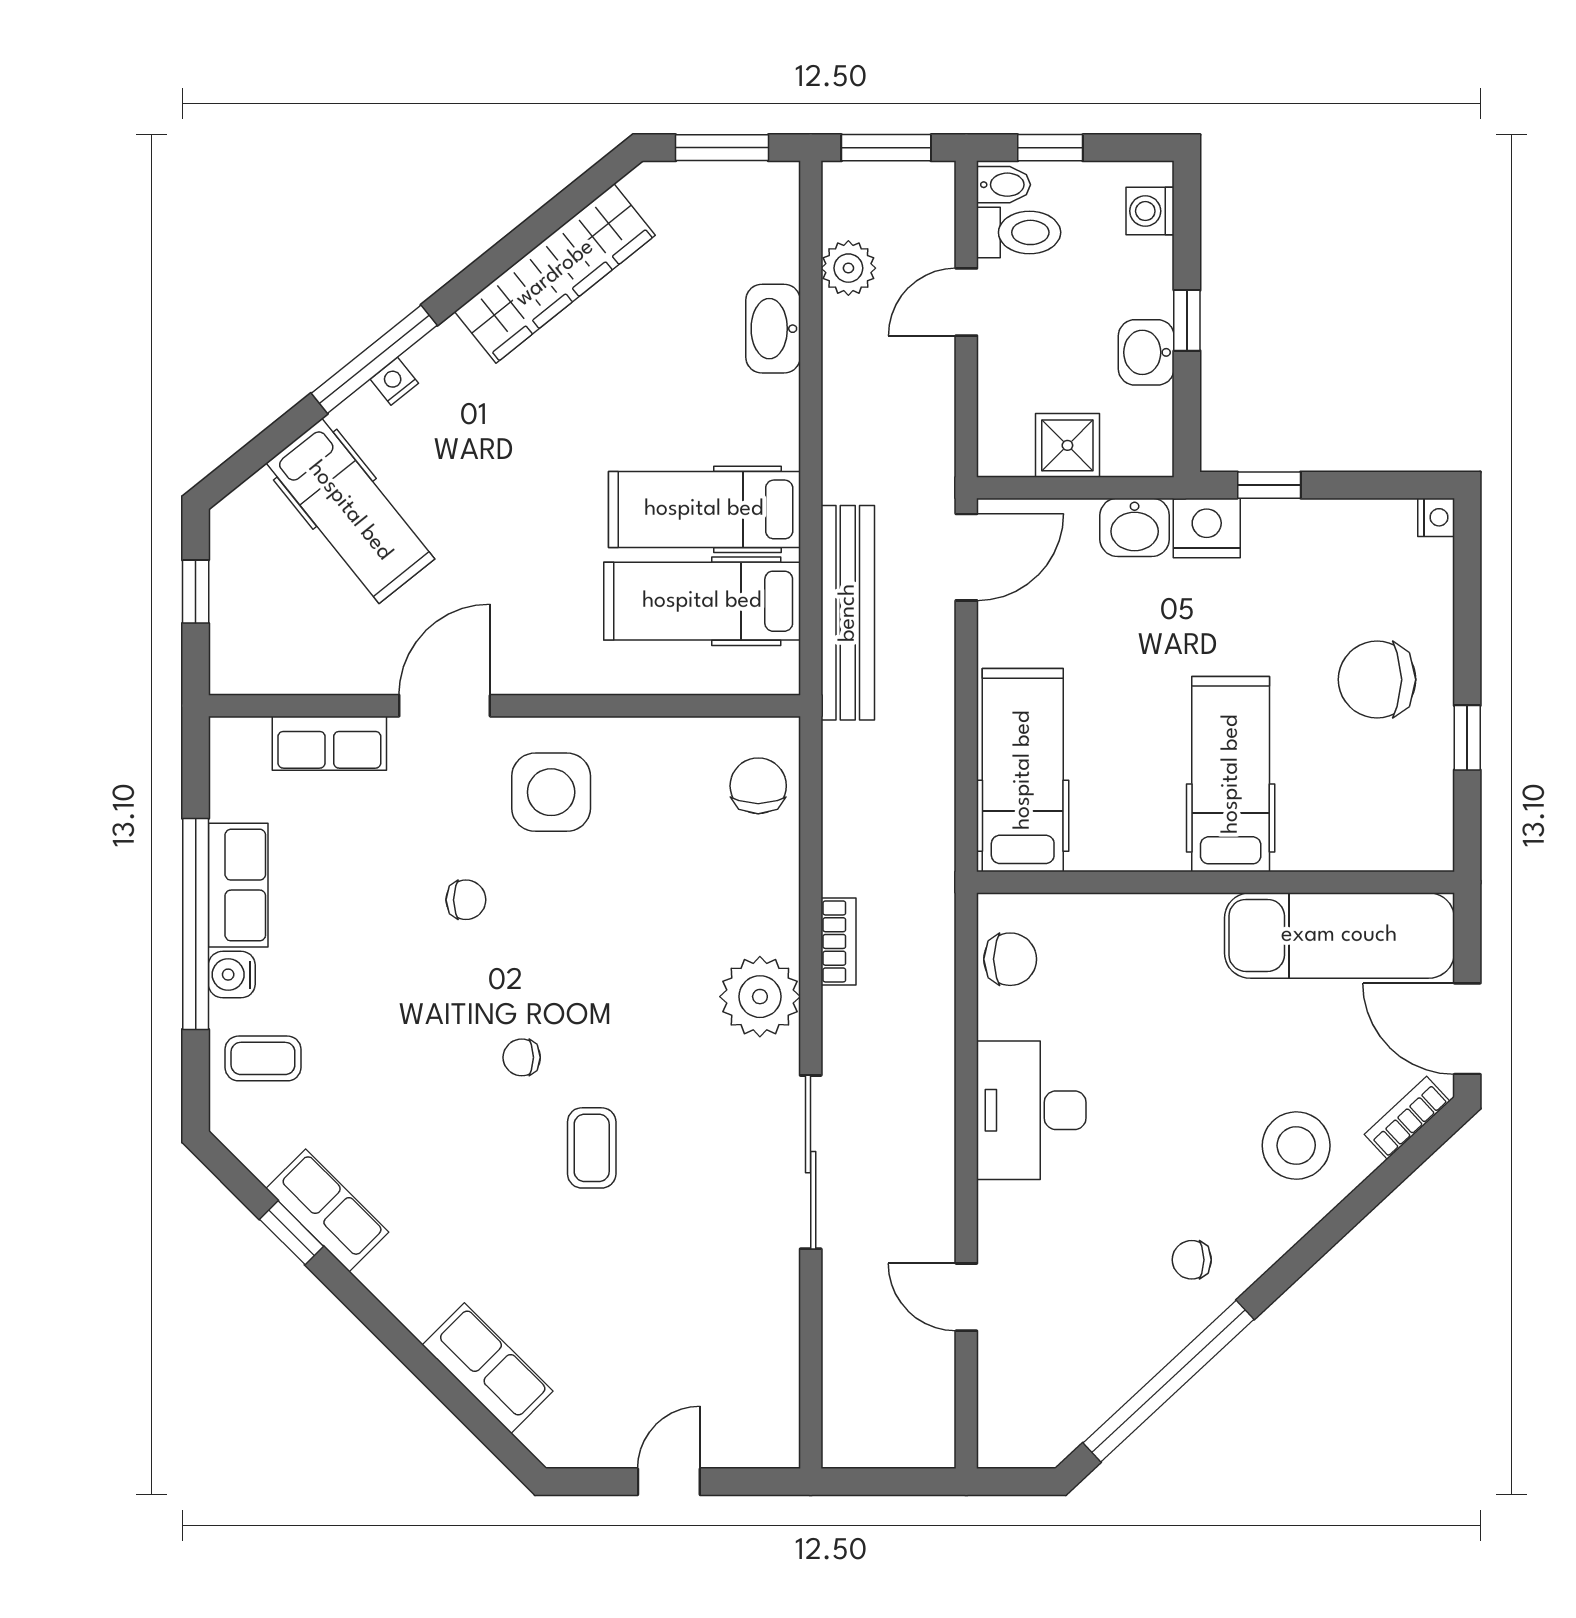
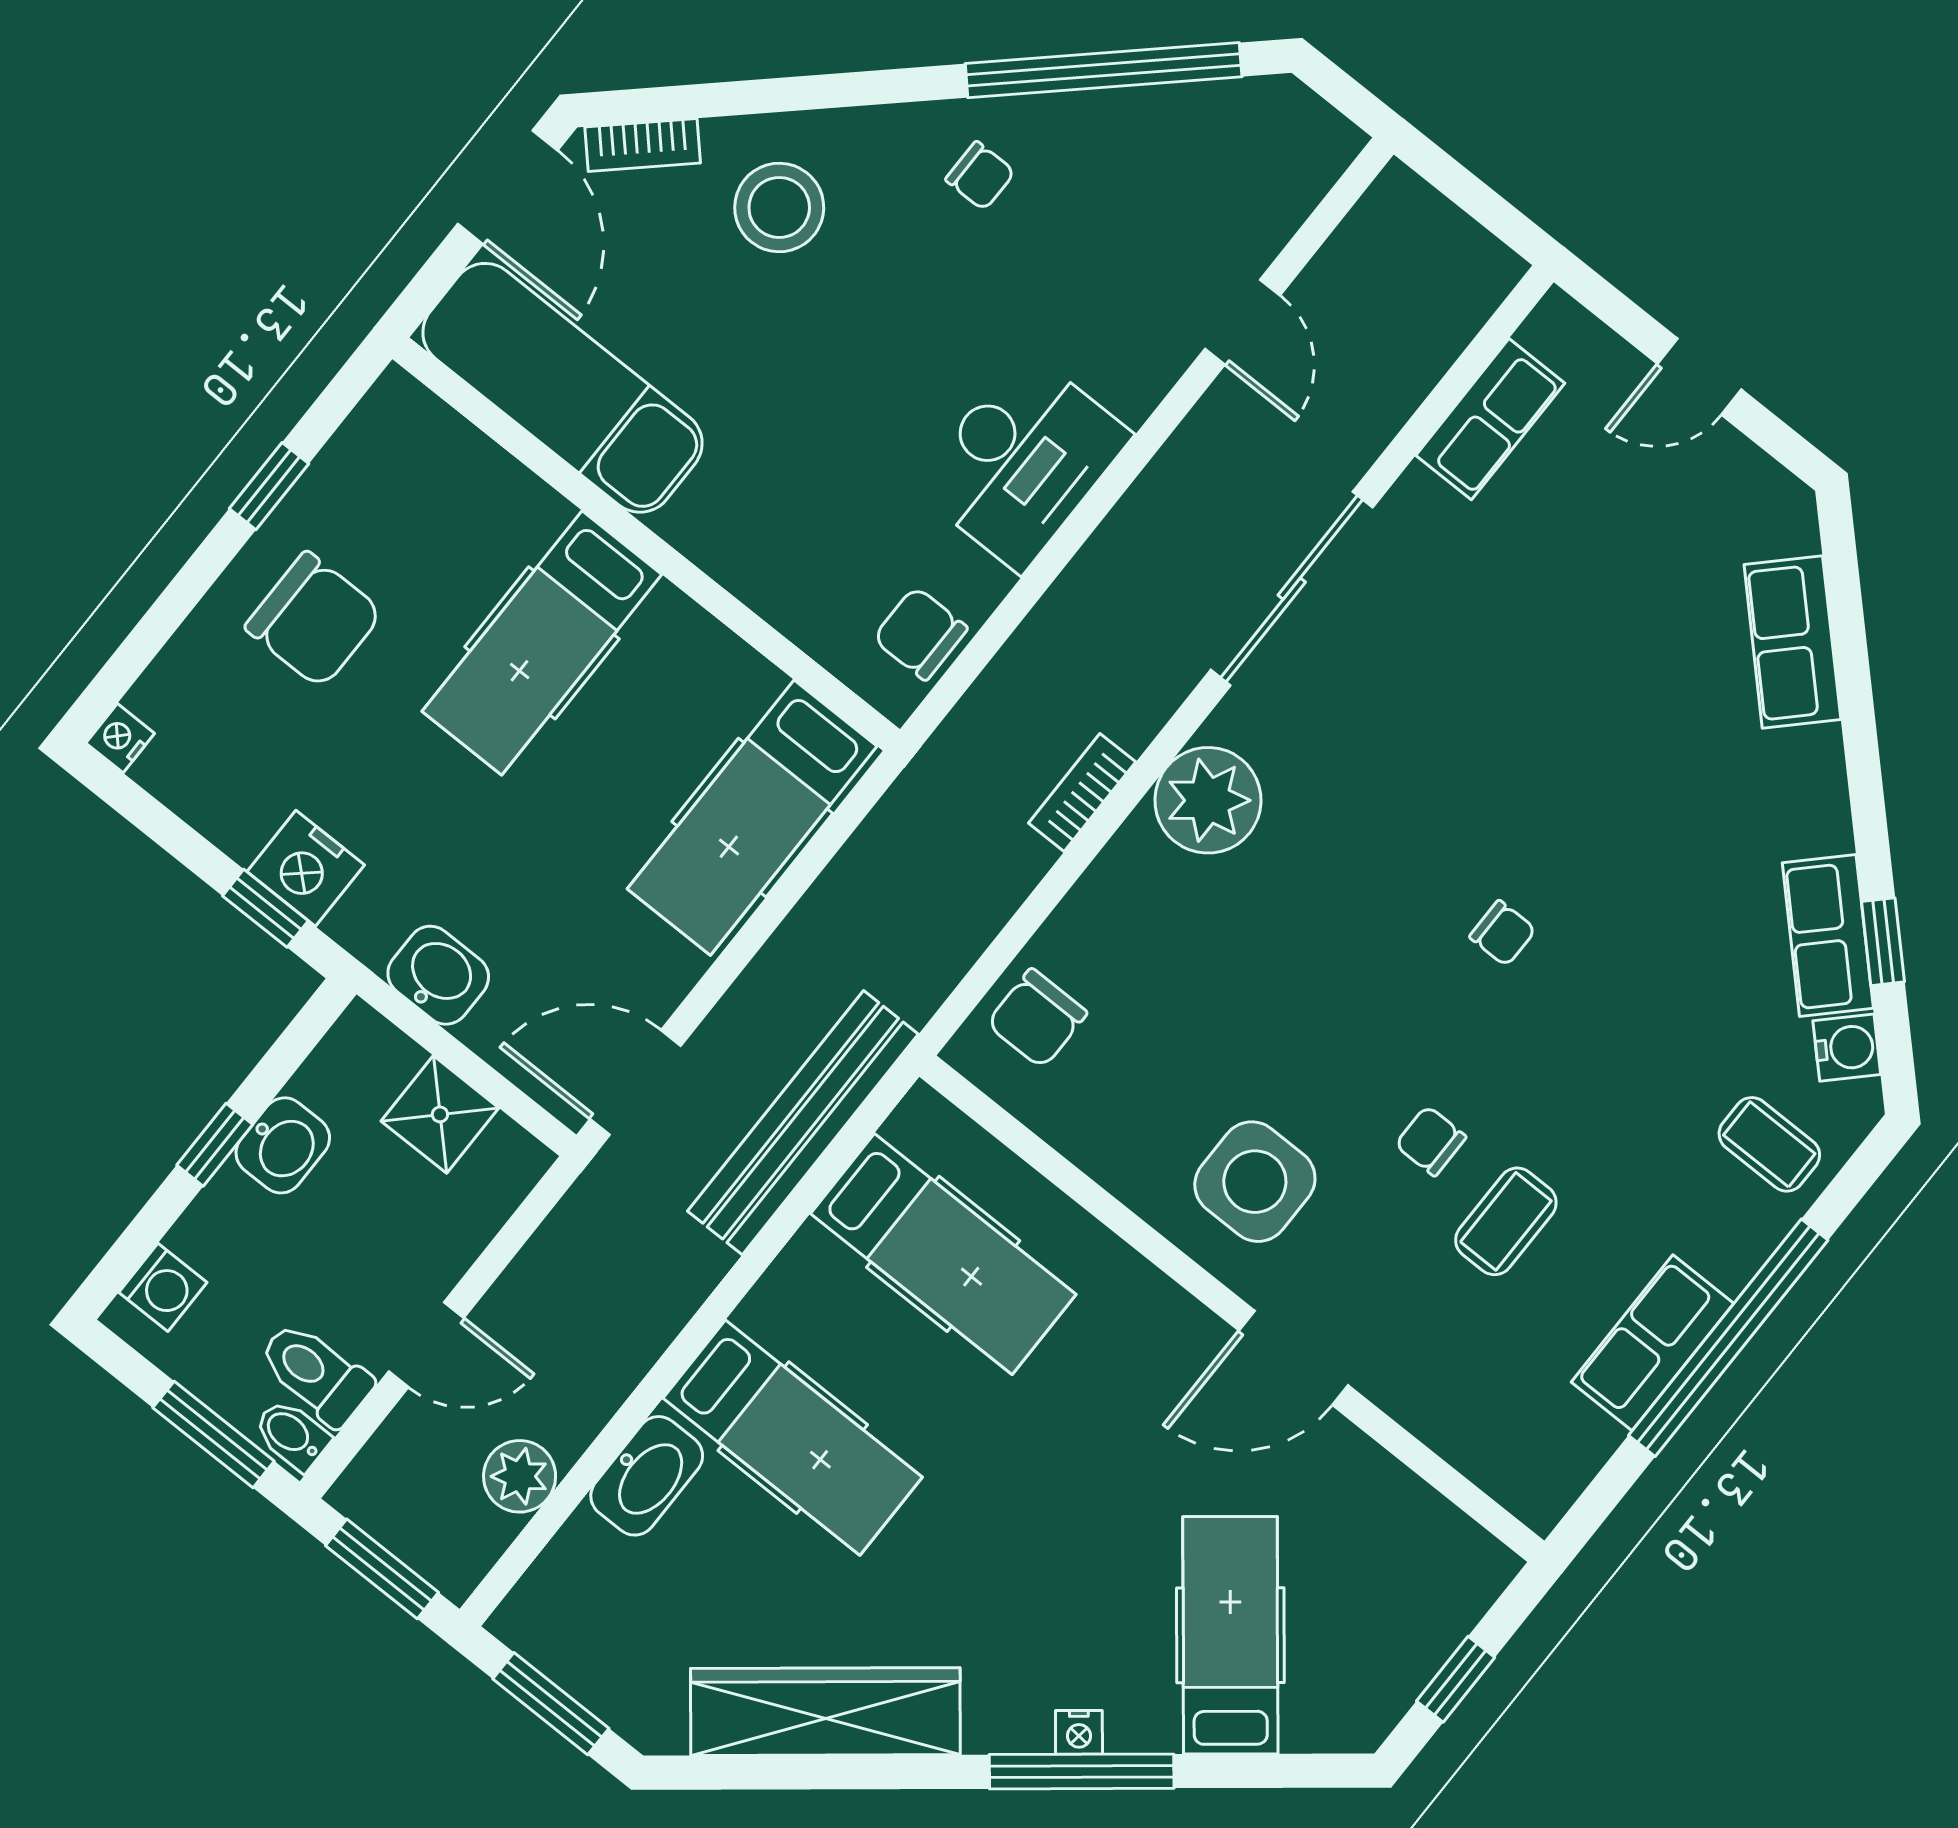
window: (1050, 148) -> (214, 1434), width x1.50
hospital bed: (704, 509) -> (793, 1438), moved
nightstand: (1207, 528) -> (306, 868), moved
row of seats: (329, 743) -> (1490, 419), moved, turned 90
water cooler: (232, 975) -> (1847, 1048), moved, turned -45
coffee table: (592, 1148) -> (1506, 1221), moved

